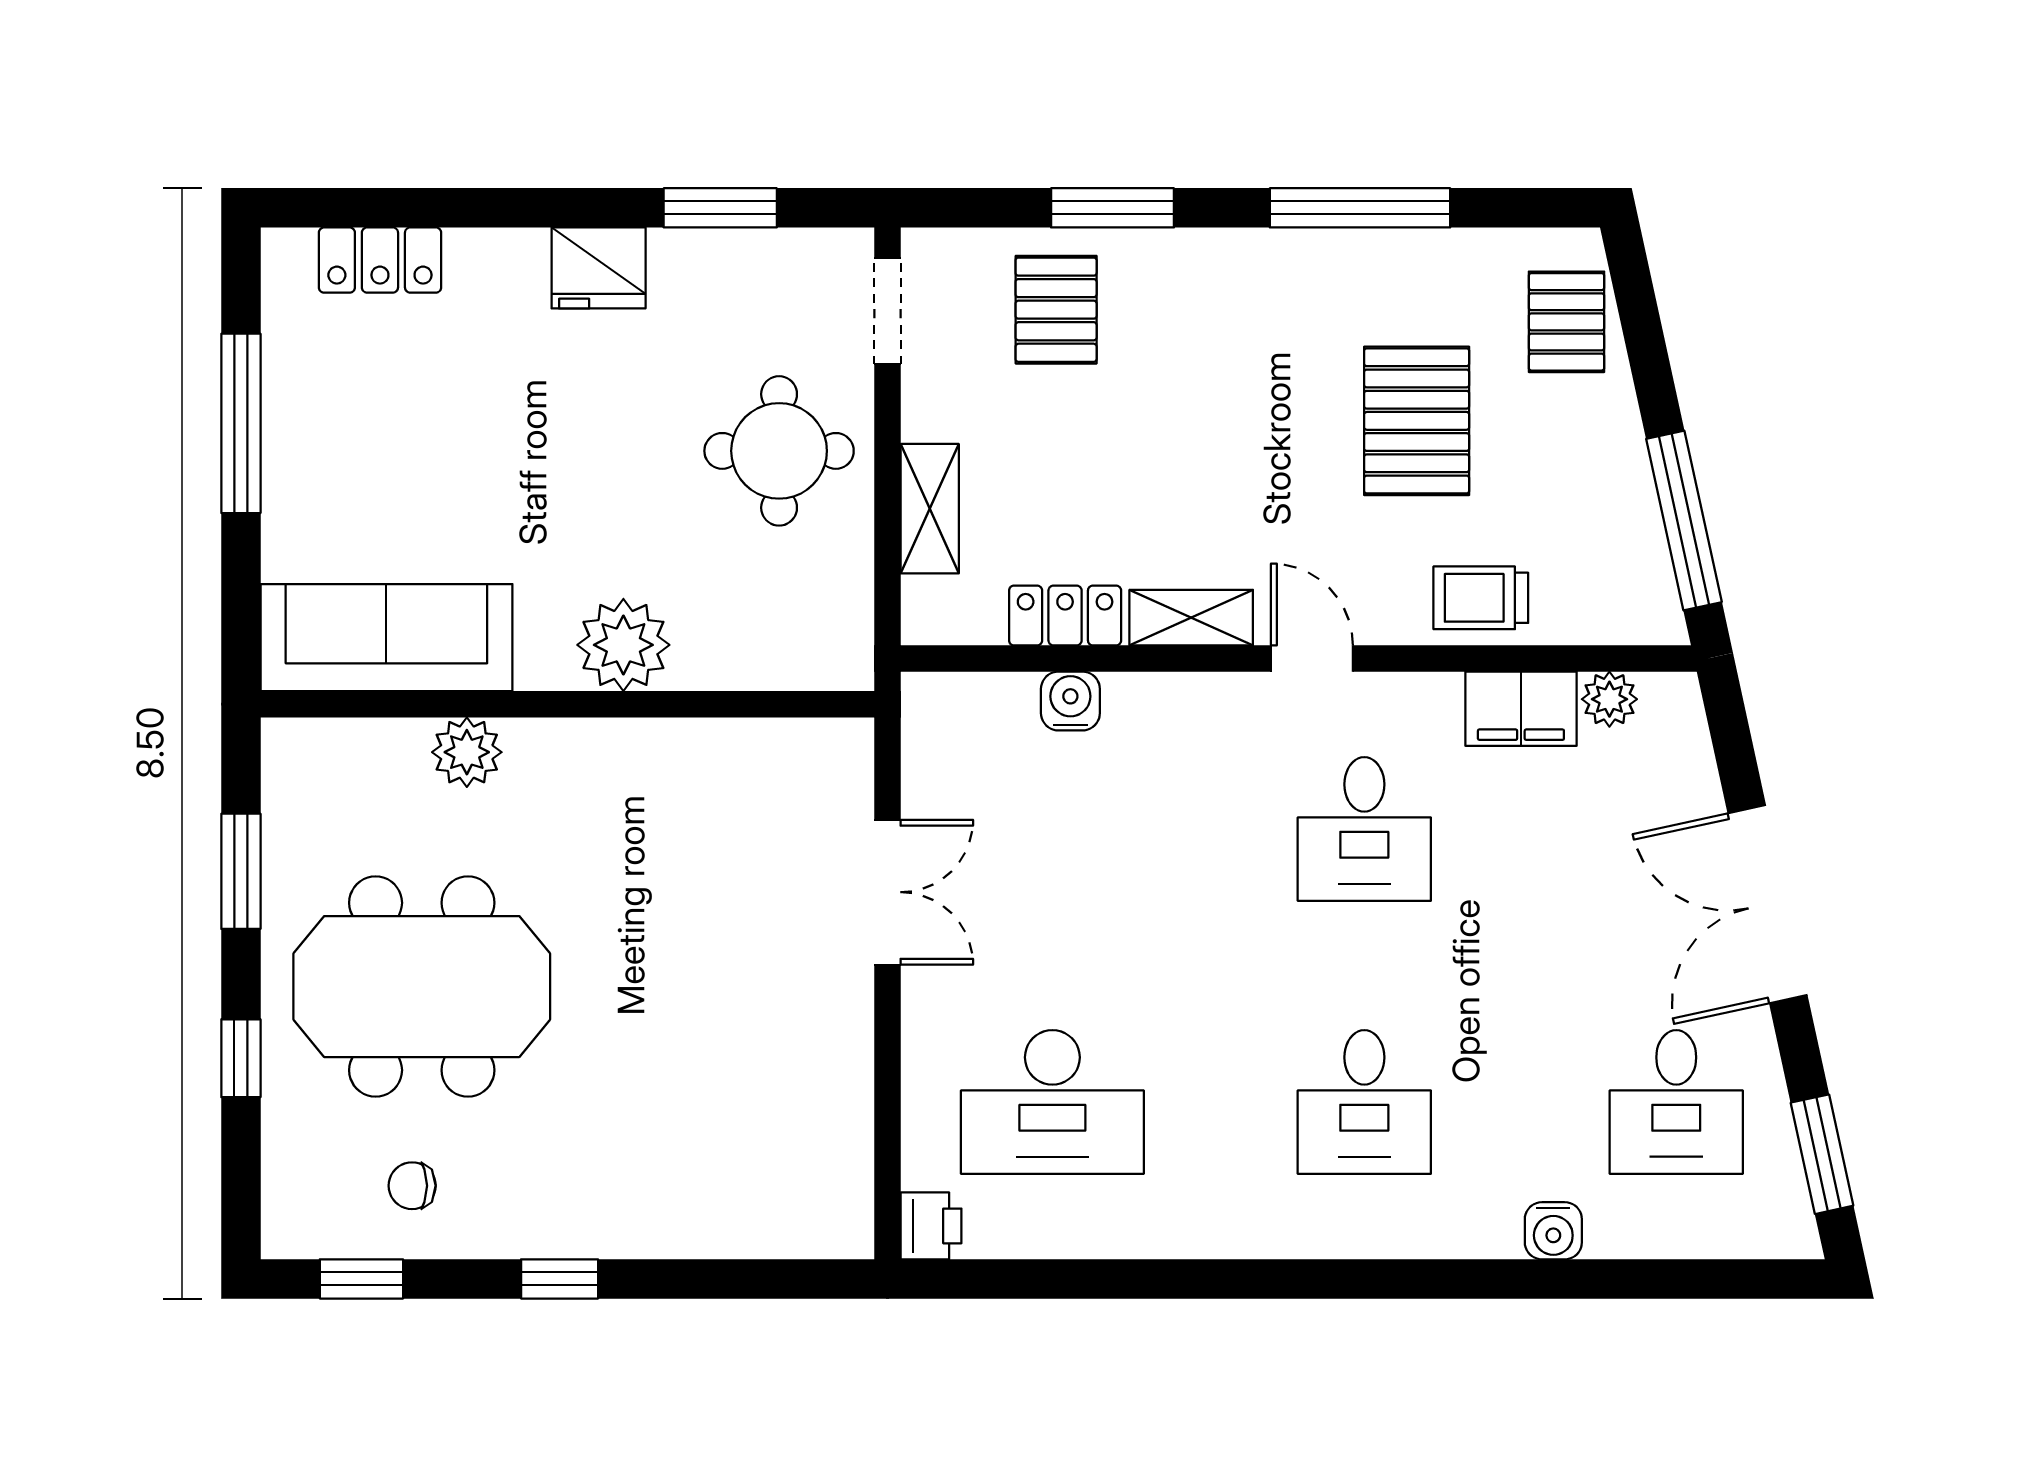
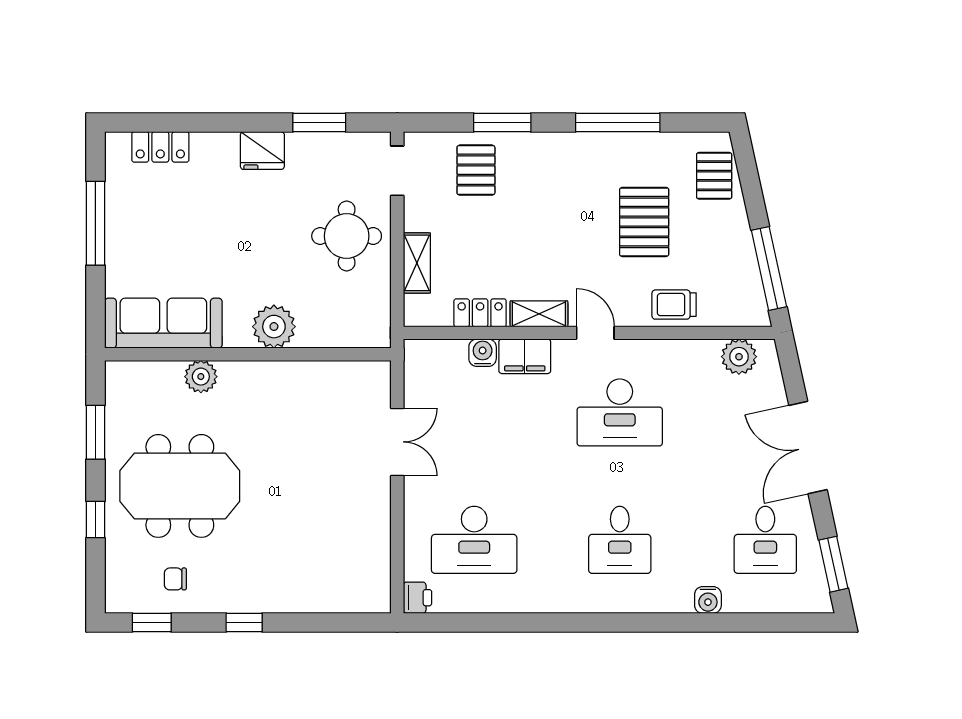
plant: (1609, 699) -> (739, 357), width x1.38, depth x1.38
filing cabinet: (1521, 709) -> (525, 356), moved
desk: (1364, 829) -> (620, 412), width x1.37

